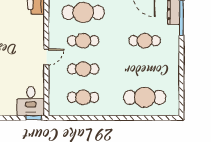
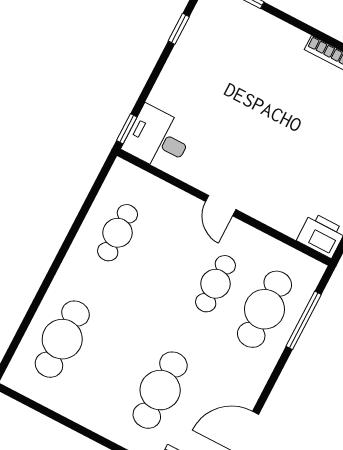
cafe table: (145, 41) -> (160, 390), width x1.37, depth x1.35
cafe table: (83, 69) -> (167, 258), removed

